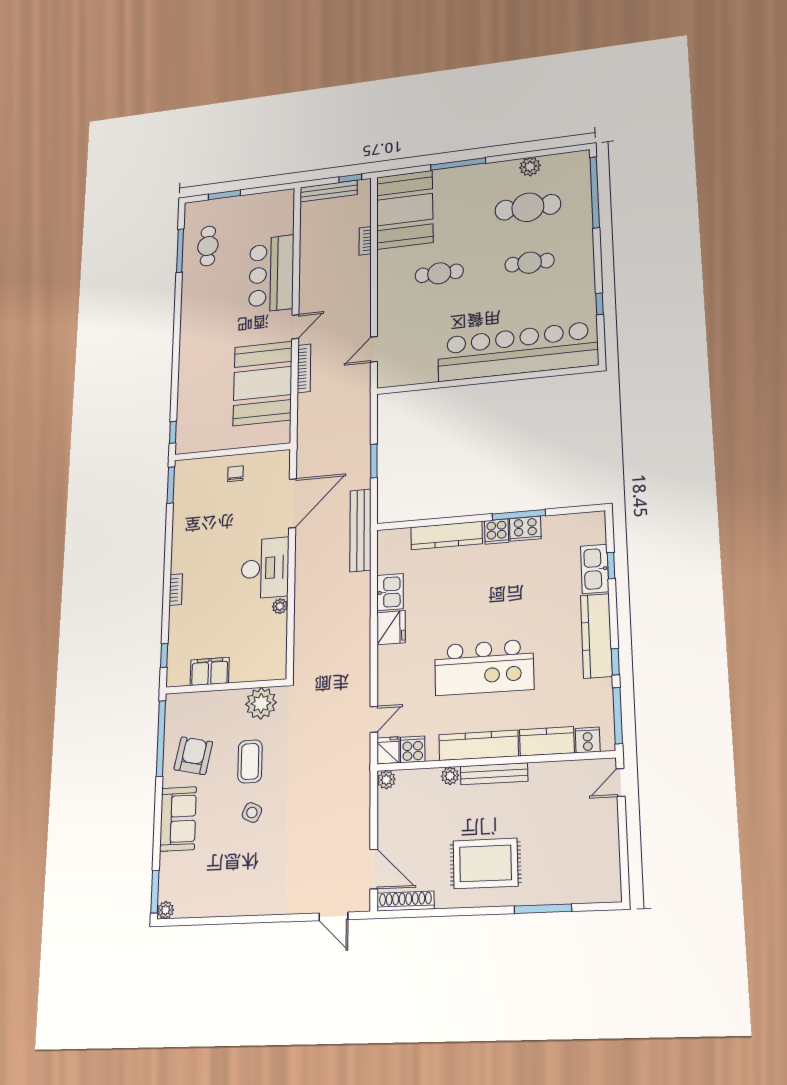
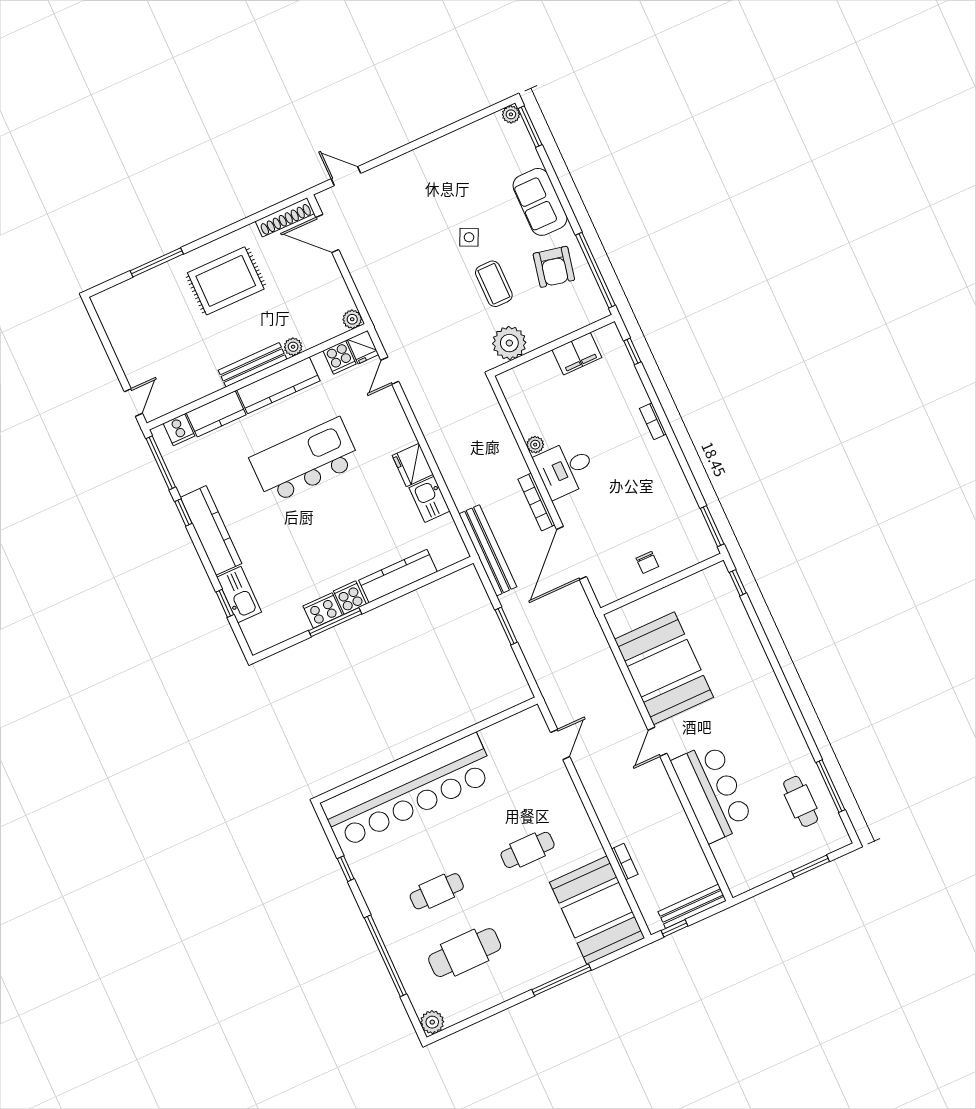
plant: (530, 167) -> (432, 1022), moved
window: (595, 192) -> (385, 956), moved
bookcase: (304, 368) -> (537, 502), moved
desk: (265, 568) -> (565, 469), width x0.73

